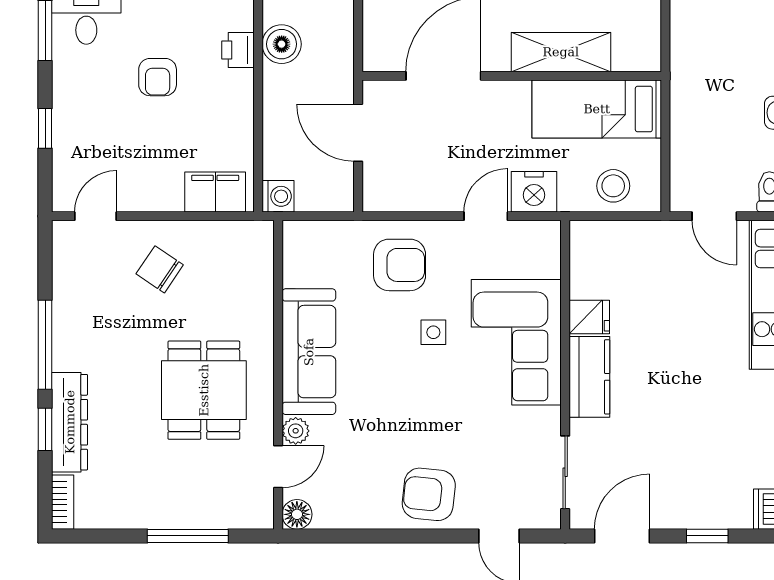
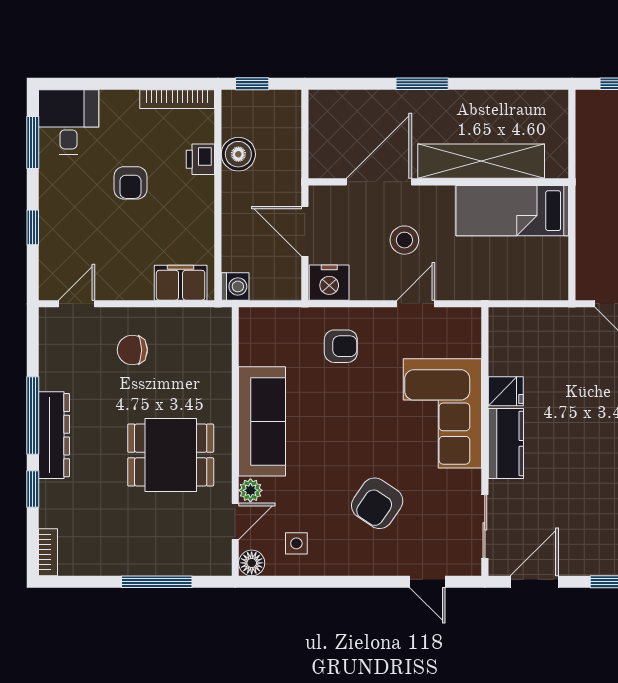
shelving: (561, 52) -> (481, 161), width x1.47
stool: (613, 186) -> (404, 240), moved
nightstand: (534, 192) -> (329, 283), moved
armchair: (400, 265) -> (341, 346), width x0.72, depth x0.72
chair: (160, 269) -> (132, 350), turned -34
side table: (433, 332) -> (296, 543), moved
dining table: (204, 390) -> (171, 455), turned 90
dresser: (70, 422) -> (54, 435), moved
armchair: (429, 494) -> (377, 503), moved, turned -62

